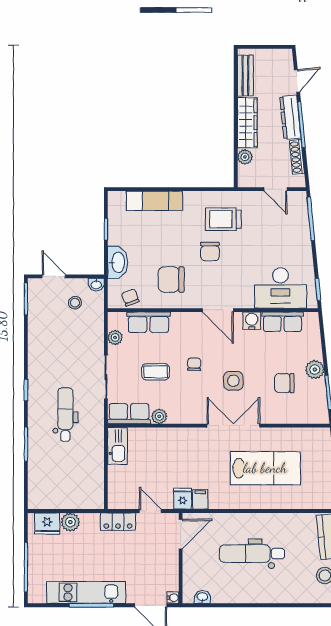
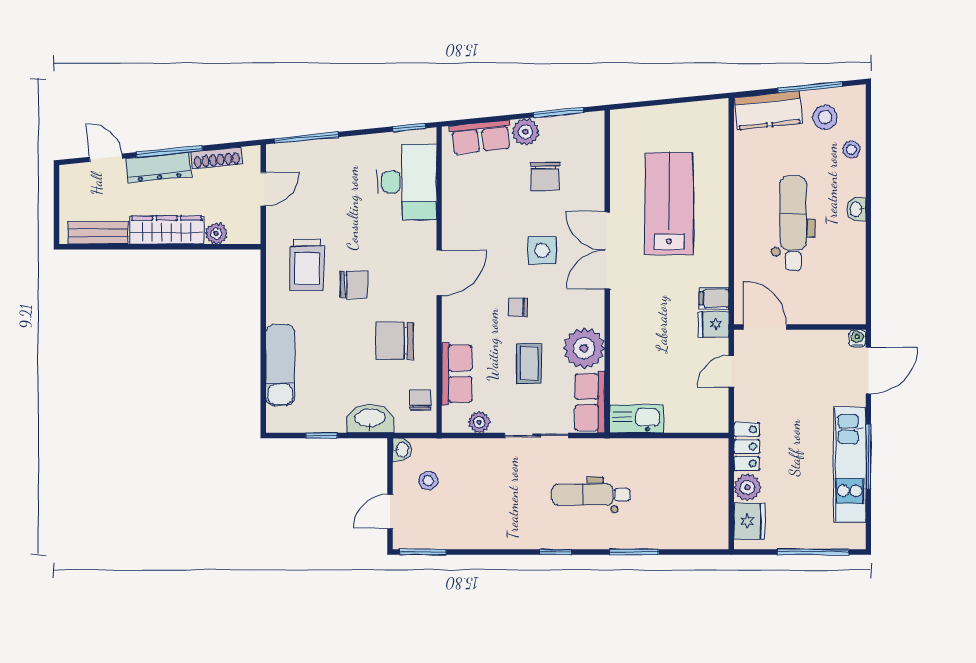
chair: (171, 280) -> (395, 341), turned 90
chair: (130, 297) -> (421, 400), turned 110
water cooler: (252, 321) -> (455, 224), removed
row of seats: (283, 322) -> (480, 137), moved, turned 84
plant: (159, 416) -> (584, 348), width x1.88, depth x1.88
locker: (118, 522) -> (747, 446), moved
dental chair: (252, 554) -> (793, 223), turned 180
stool: (303, 594) -> (851, 149), added
washbasin: (202, 597) -> (856, 209), moved

